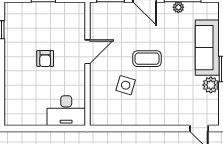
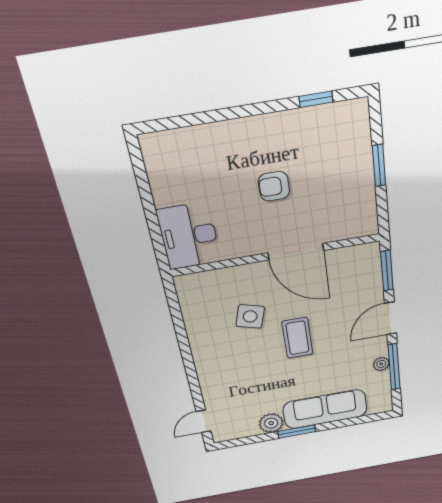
door: (87, 52) -> (296, 252), width x1.36

